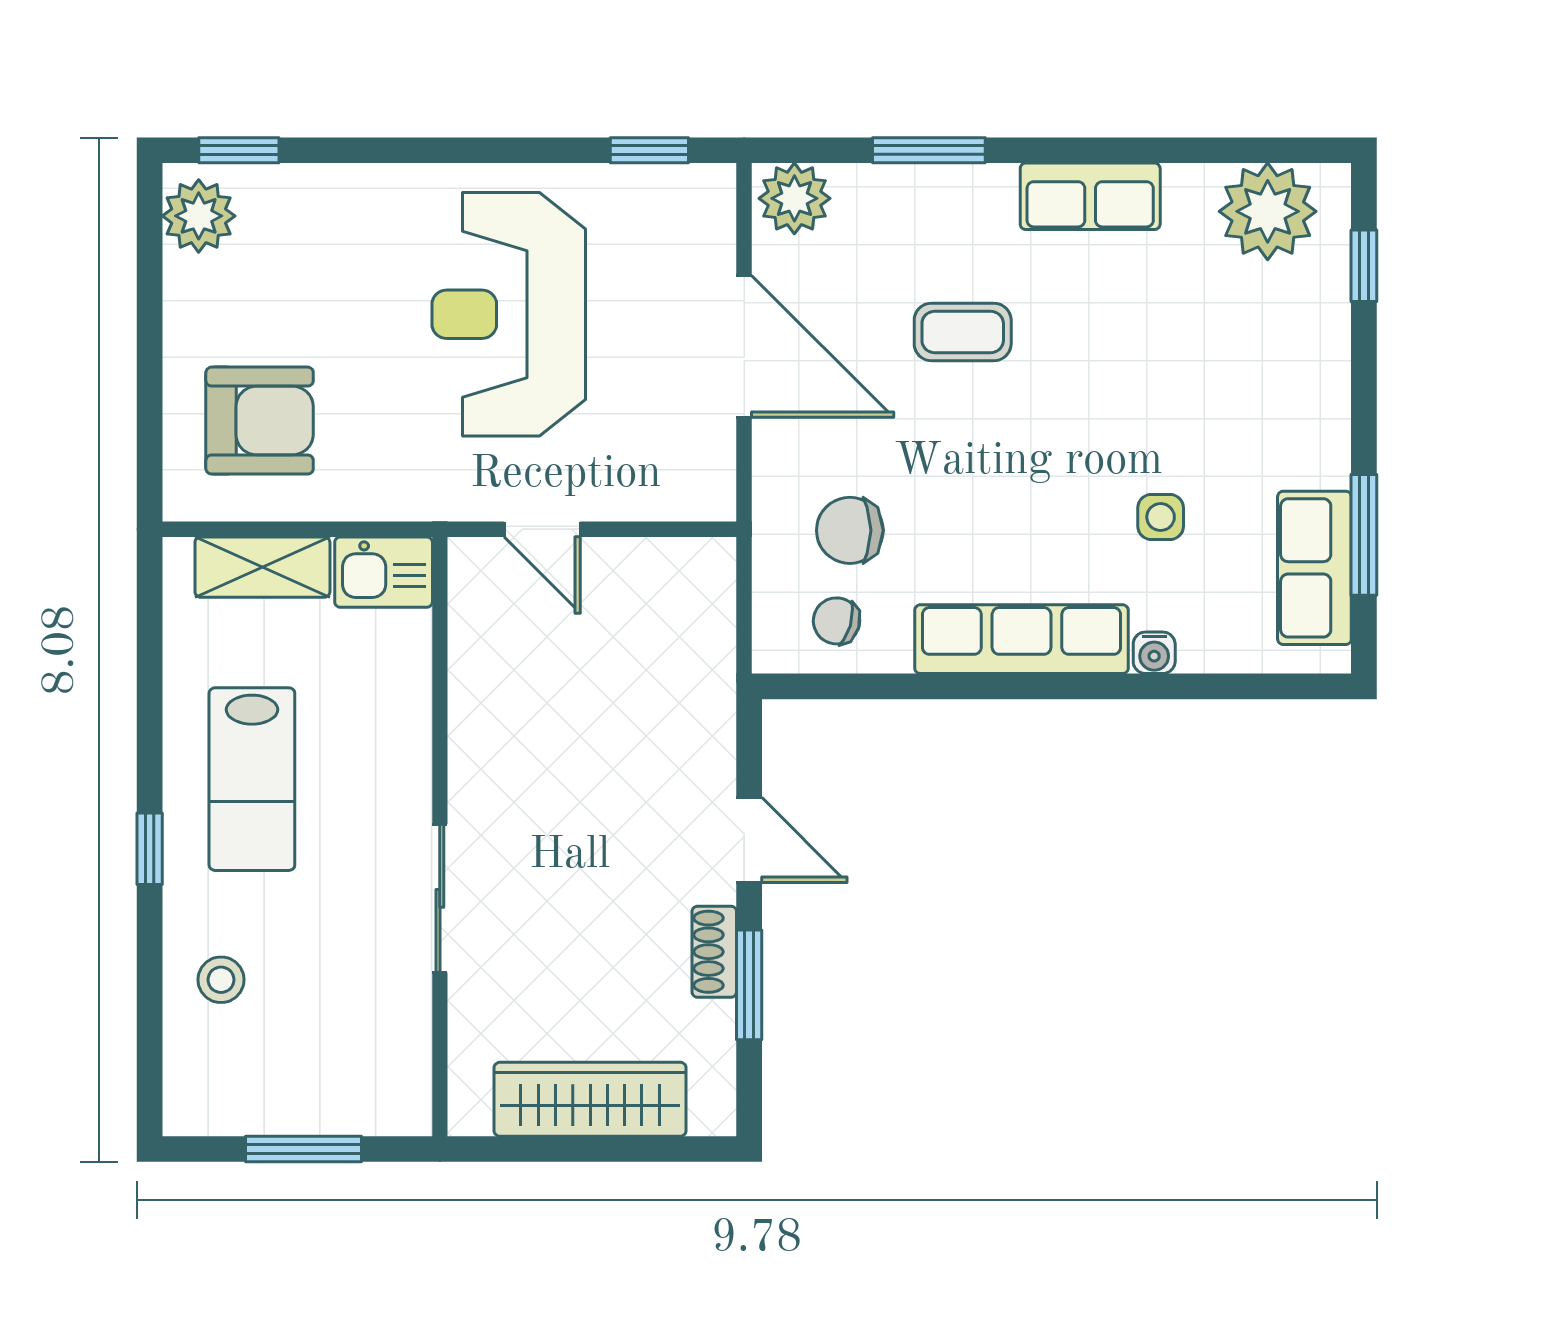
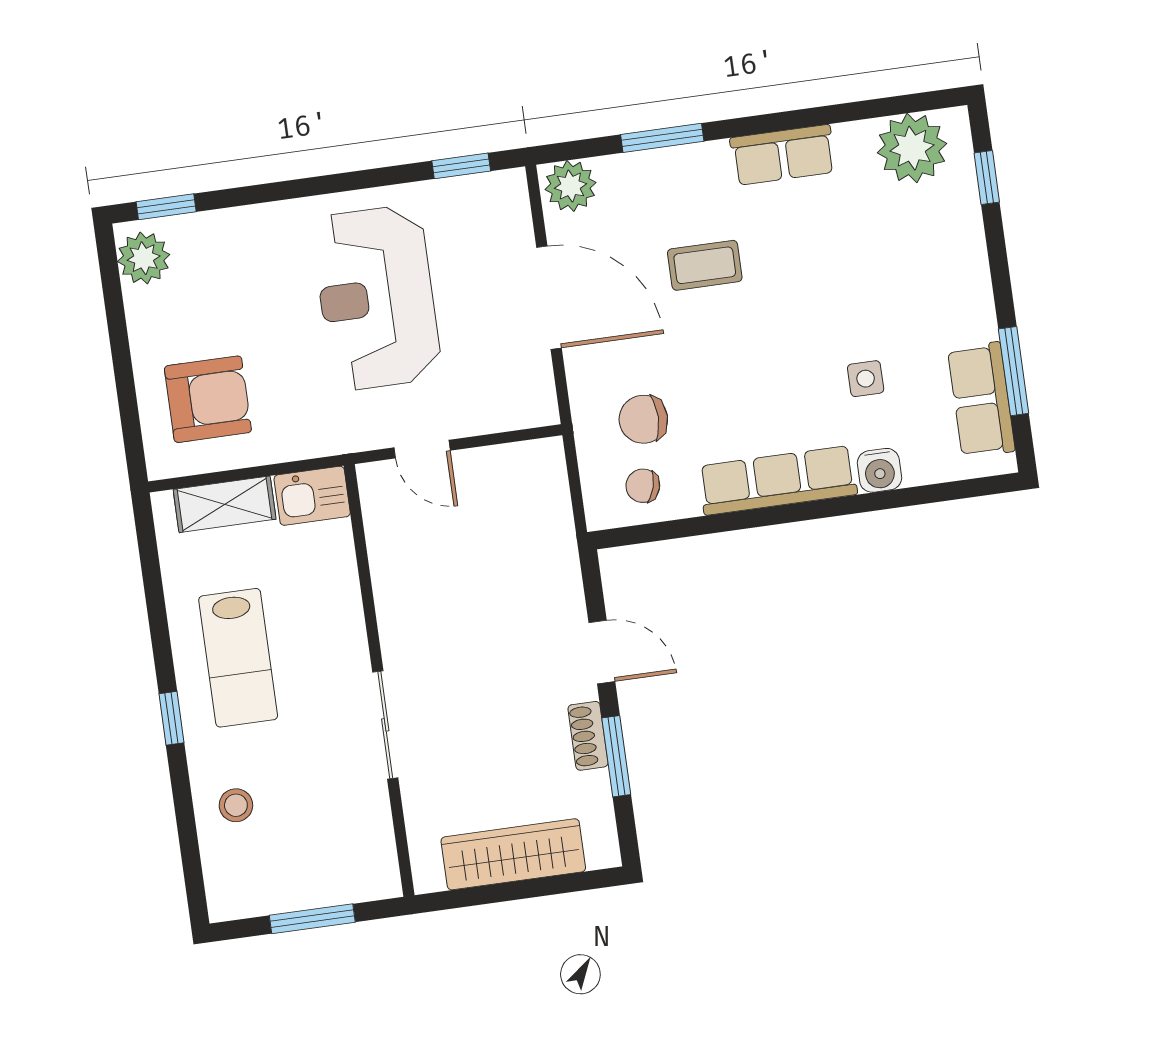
water cooler: (1154, 653) -> (879, 470), width x1.38, depth x1.38

